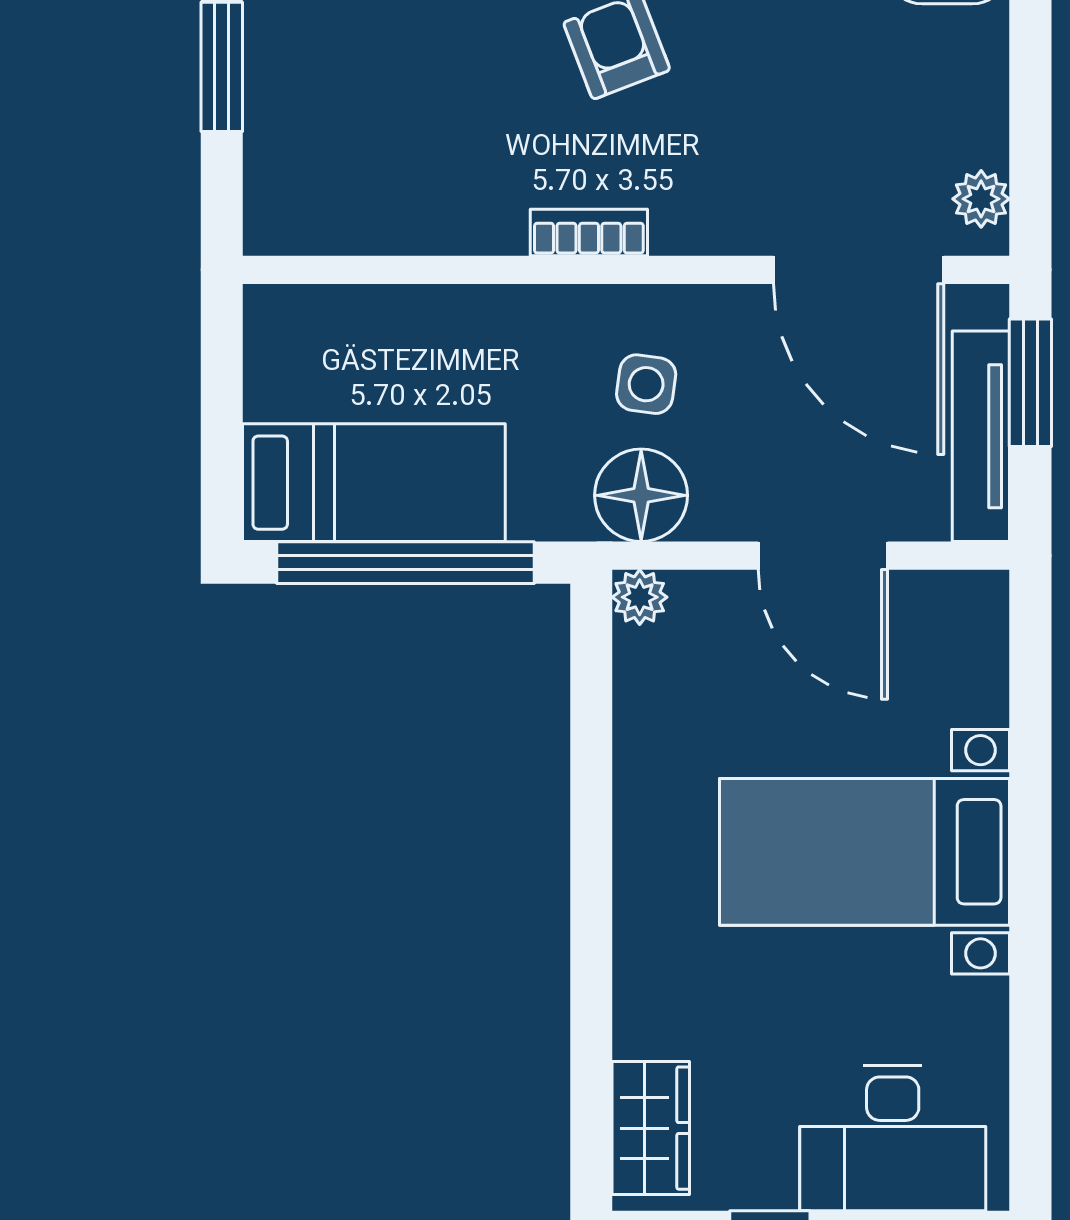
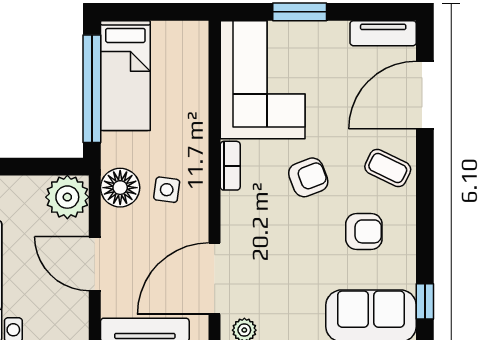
corner sofa: (384, 155) -> (263, 80), added
door: (823, 556) -> (95, 264), hinge flipped
plant: (640, 597) -> (67, 197), width x1.88, depth x1.88

